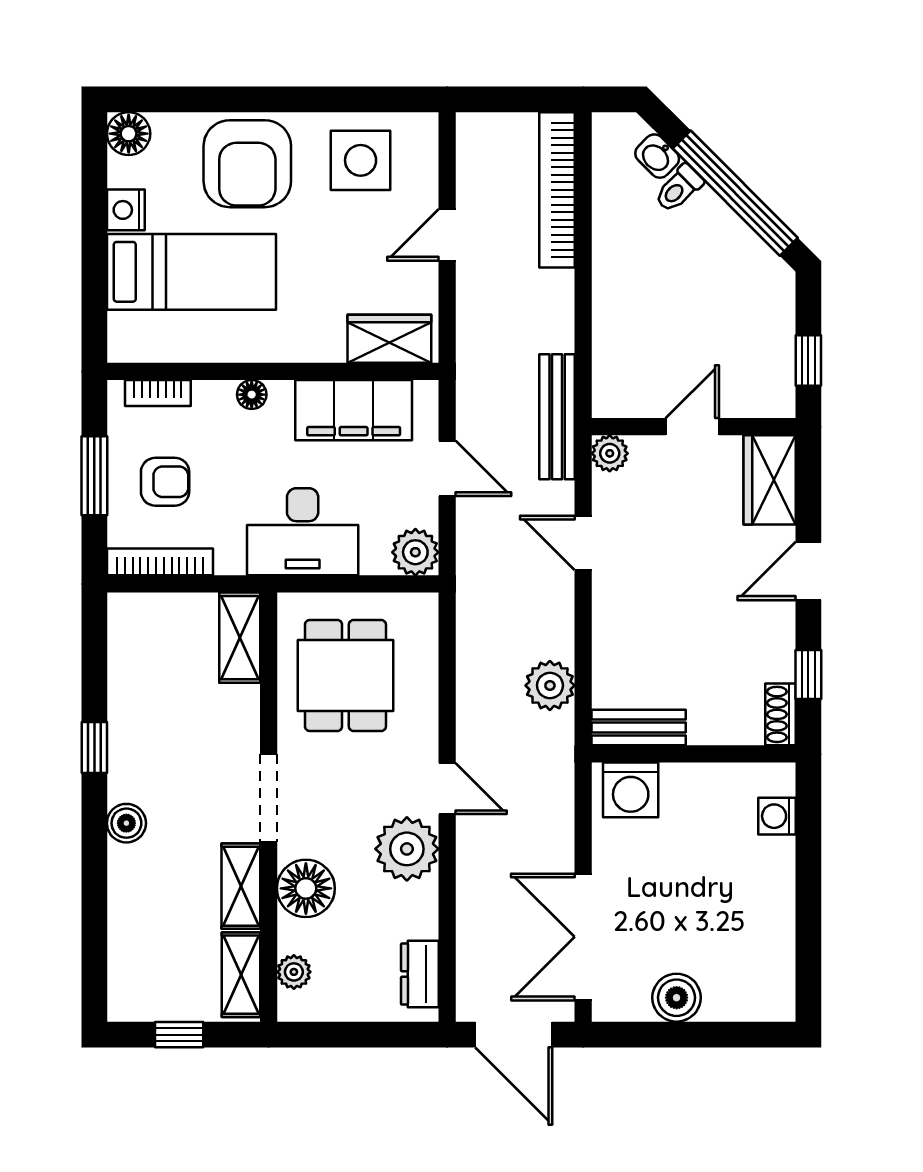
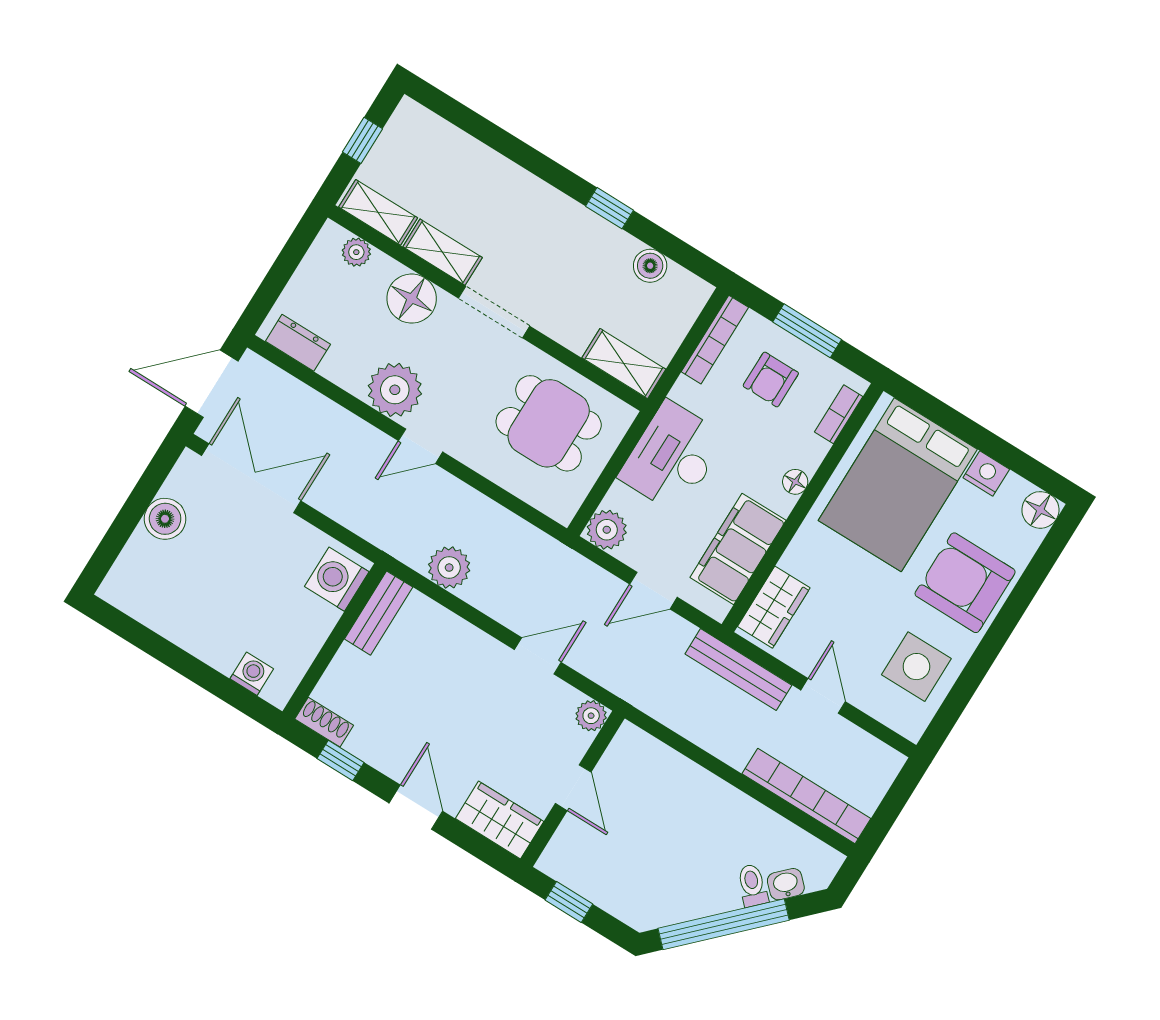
bed: (192, 272) -> (898, 485), width x1.50
bench: (557, 417) -> (738, 670), moved
boiler: (126, 823) -> (650, 266), moved

